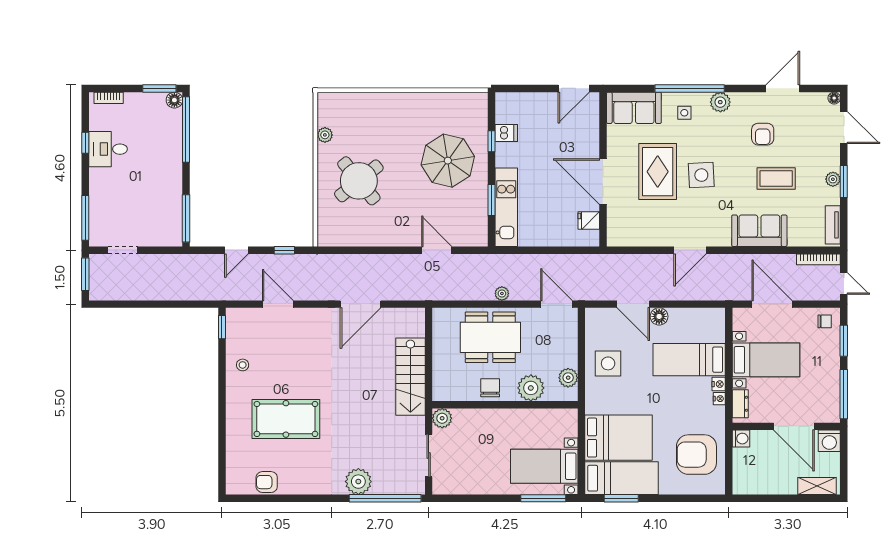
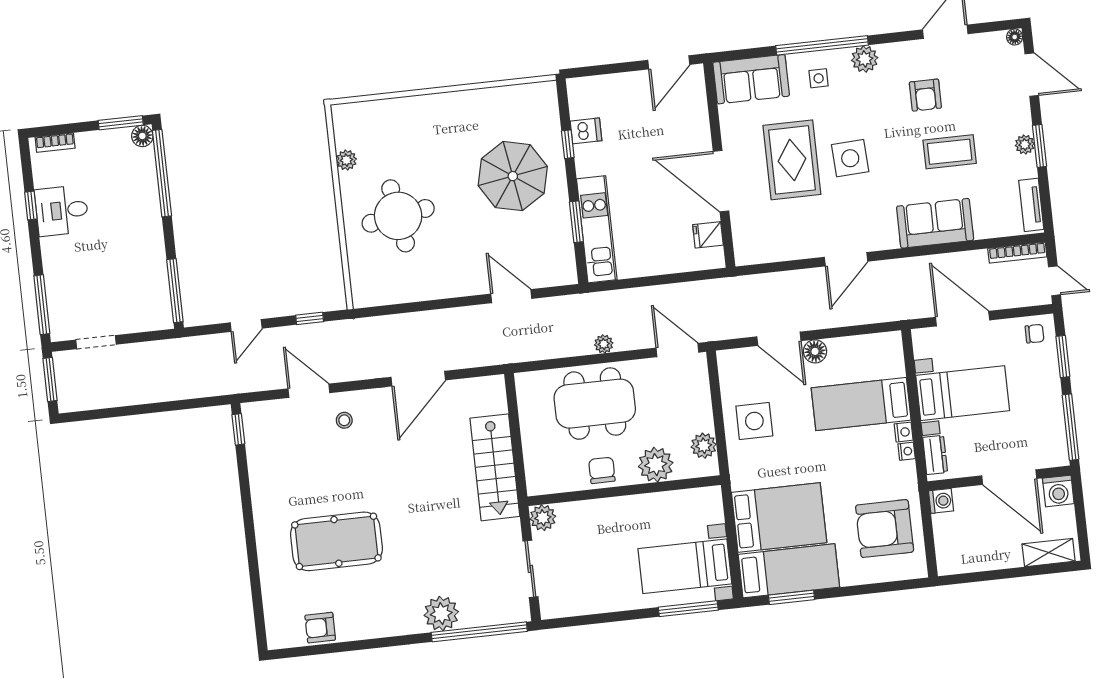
round table: (359, 181) -> (398, 216), turned 30
stool: (243, 365) -> (344, 420), moved

